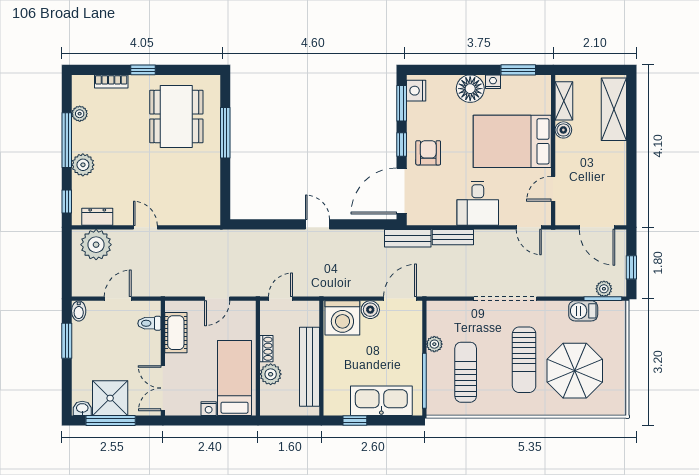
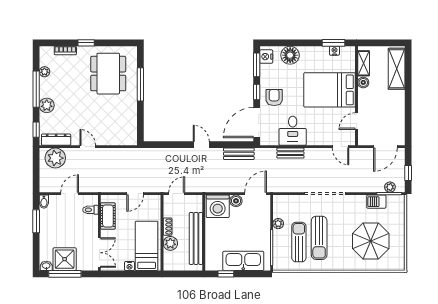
nightstand: (493, 82) -> (334, 51), moved
floor lamp: (470, 89) -> (290, 55), moved
desk: (478, 203) -> (293, 131), moved
dresser: (97, 217) -> (56, 140), width x1.44
door: (597, 227) -> (385, 147), hinge flipped
bench: (408, 238) -> (239, 154), moved
sun lounger: (524, 360) -> (319, 238), moved
double door: (163, 388) -> (99, 253), swing flipped

